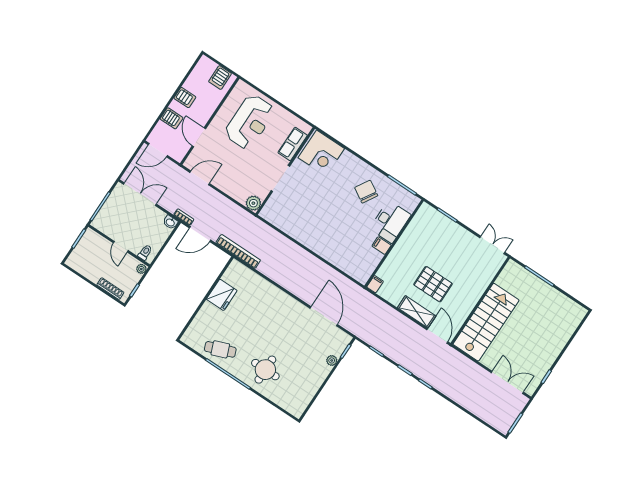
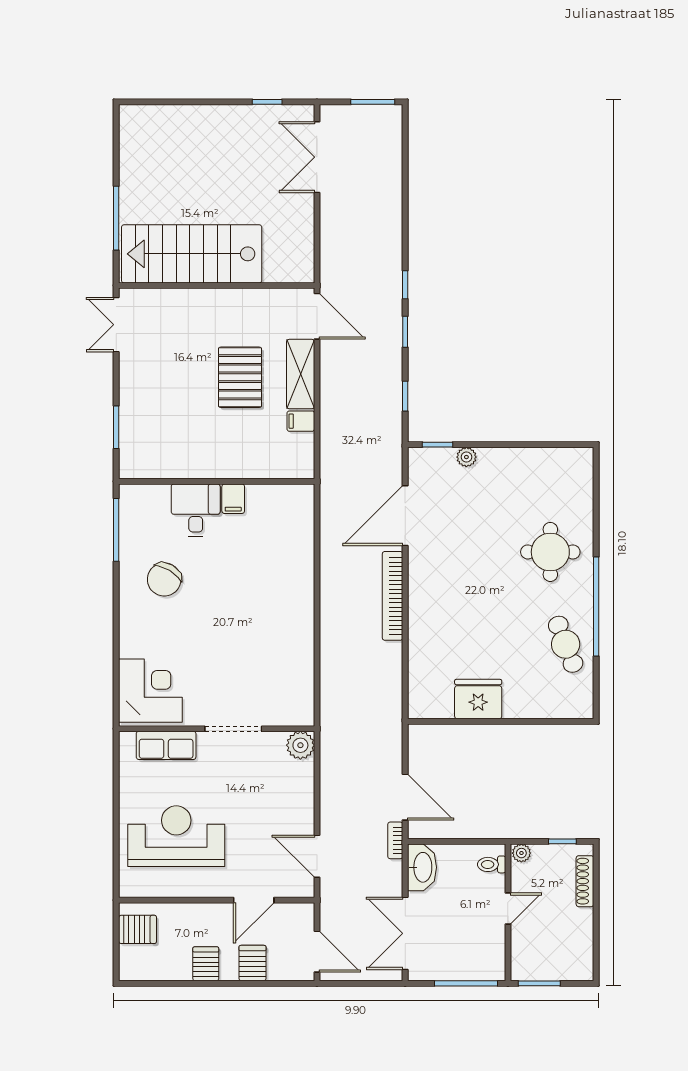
washbasin: (170, 222) -> (422, 867), width x1.91, depth x1.45
desk: (390, 222) -> (196, 510), width x0.73
bookcase: (238, 251) -> (393, 596), moved
filing cabinet: (375, 284) -> (301, 421), moved
stairs: (486, 322) -> (192, 254), moved
door: (437, 336) -> (317, 316), swing flipped

